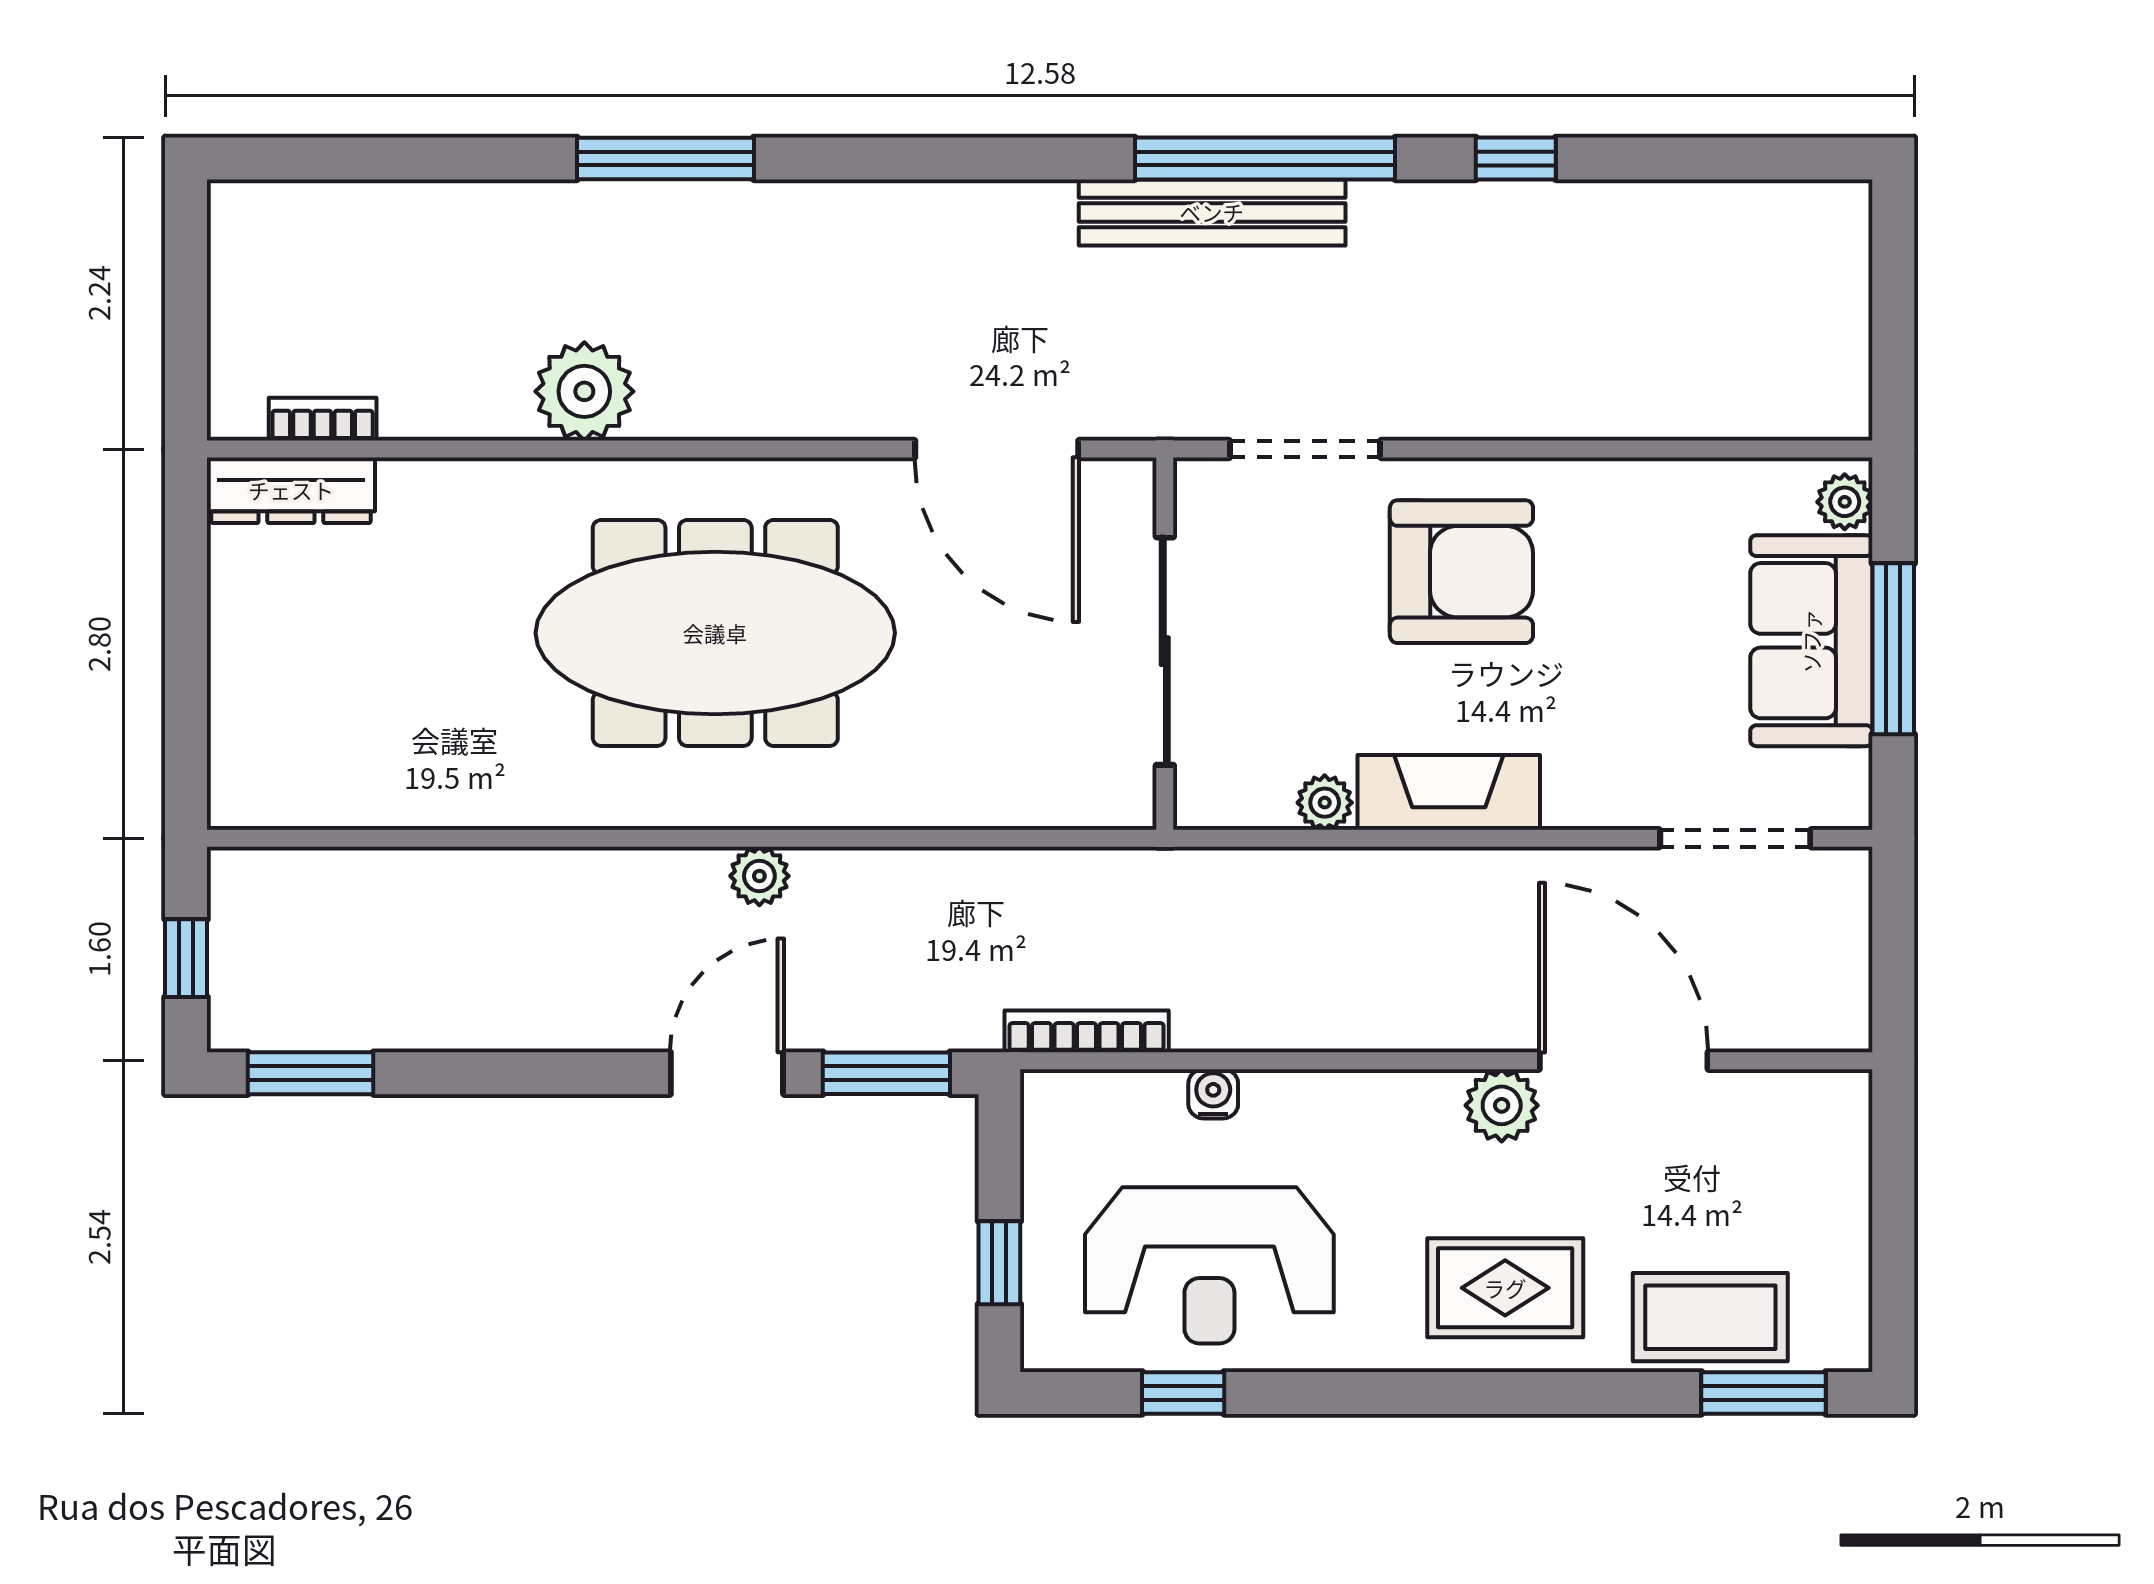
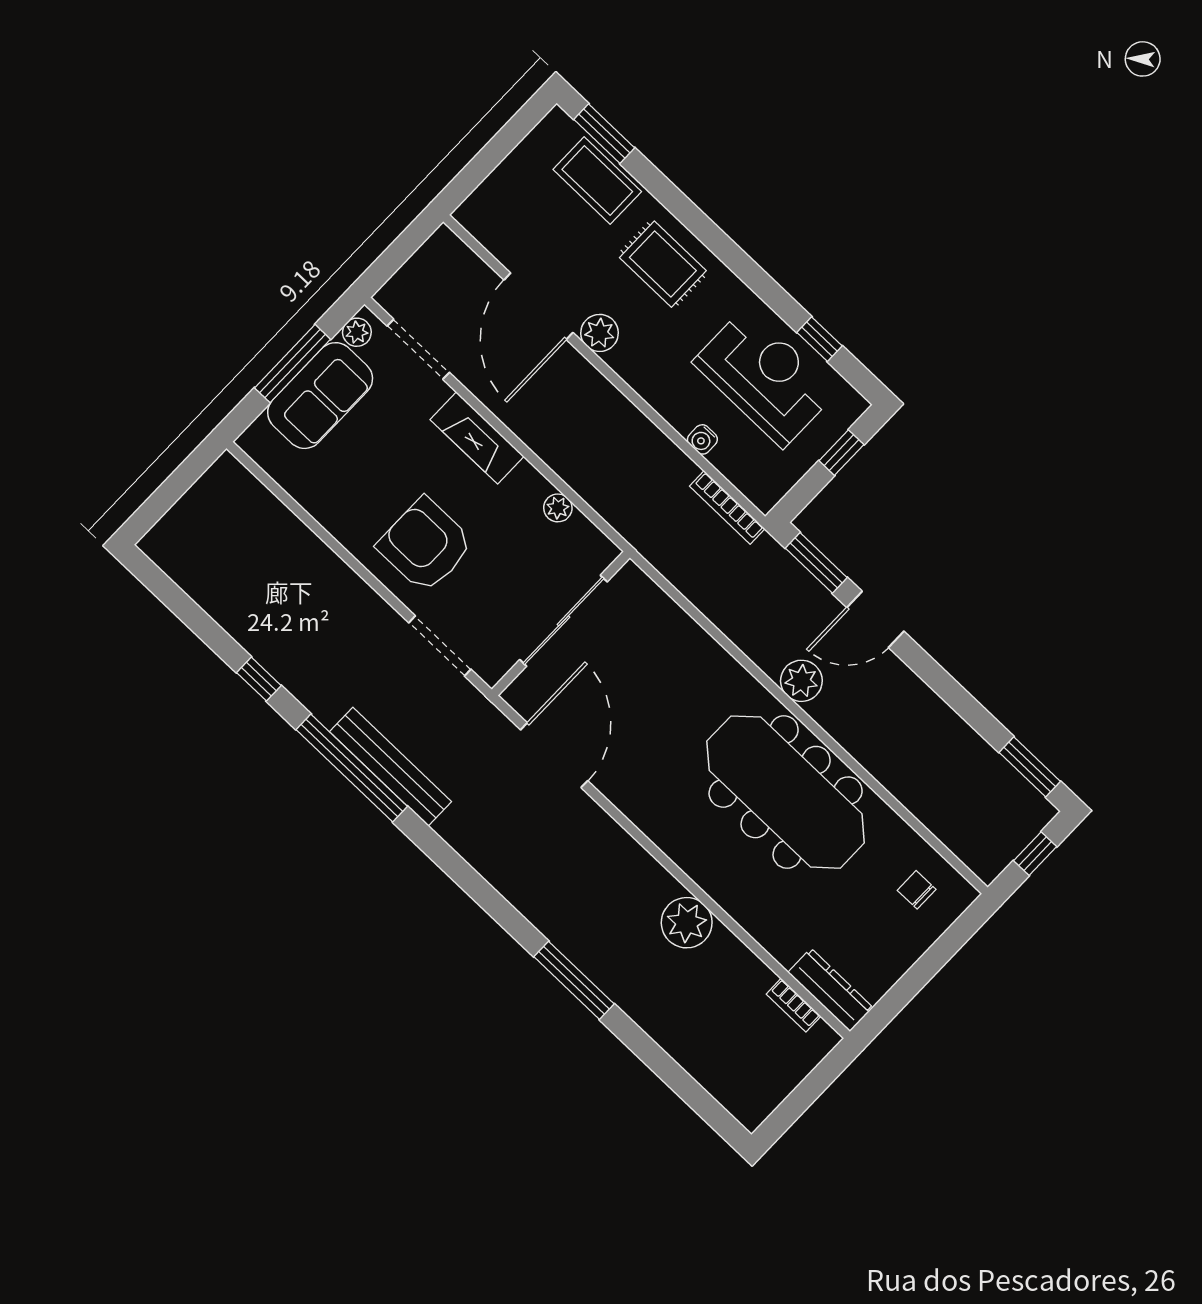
plant: (1845, 502) -> (357, 332), moved
meeting table: (715, 633) -> (786, 792), moved
chair: (304, 748) -> (917, 890), added
fireplace: (1449, 792) -> (477, 438), moved
plant: (759, 876) -> (801, 681), width x1.38, depth x1.38

